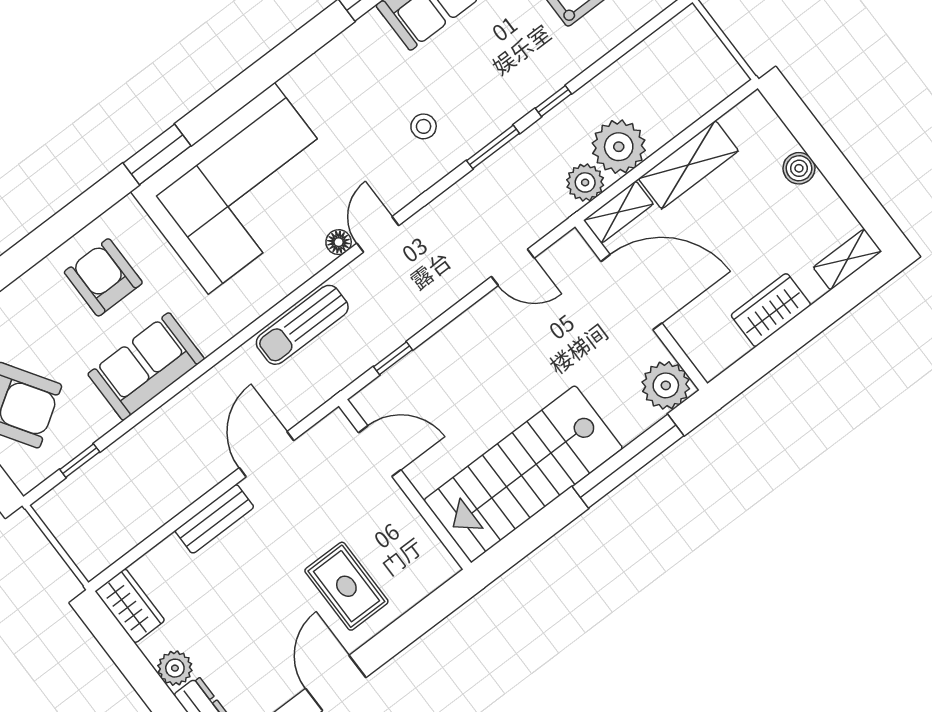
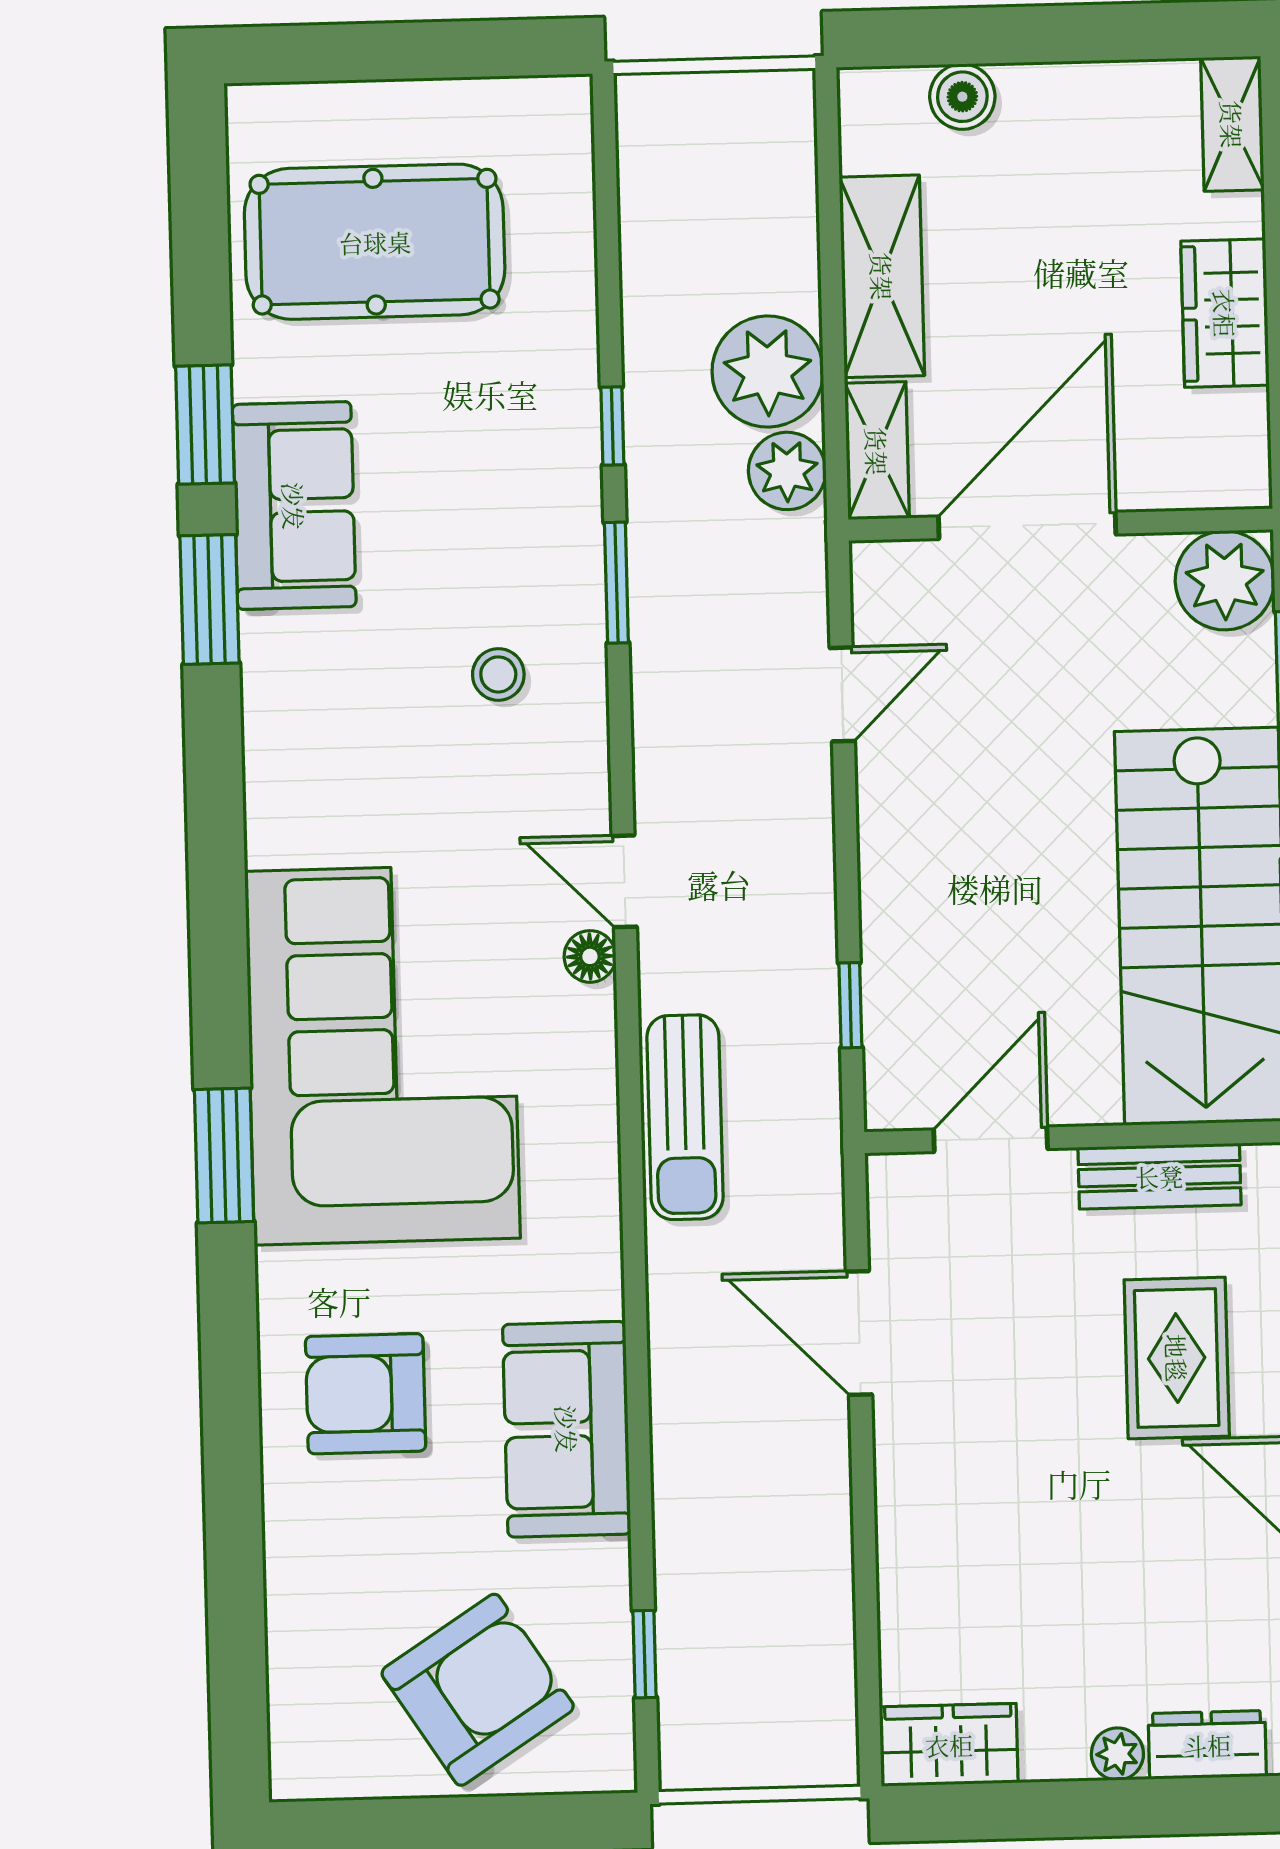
boiler: (799, 168) -> (962, 97), moved
bench: (214, 519) -> (1159, 1176), moved, turned 90
rug: (346, 586) -> (1177, 1358), turned 90
plant: (175, 668) -> (1117, 1754), width x0.73, depth x0.73

